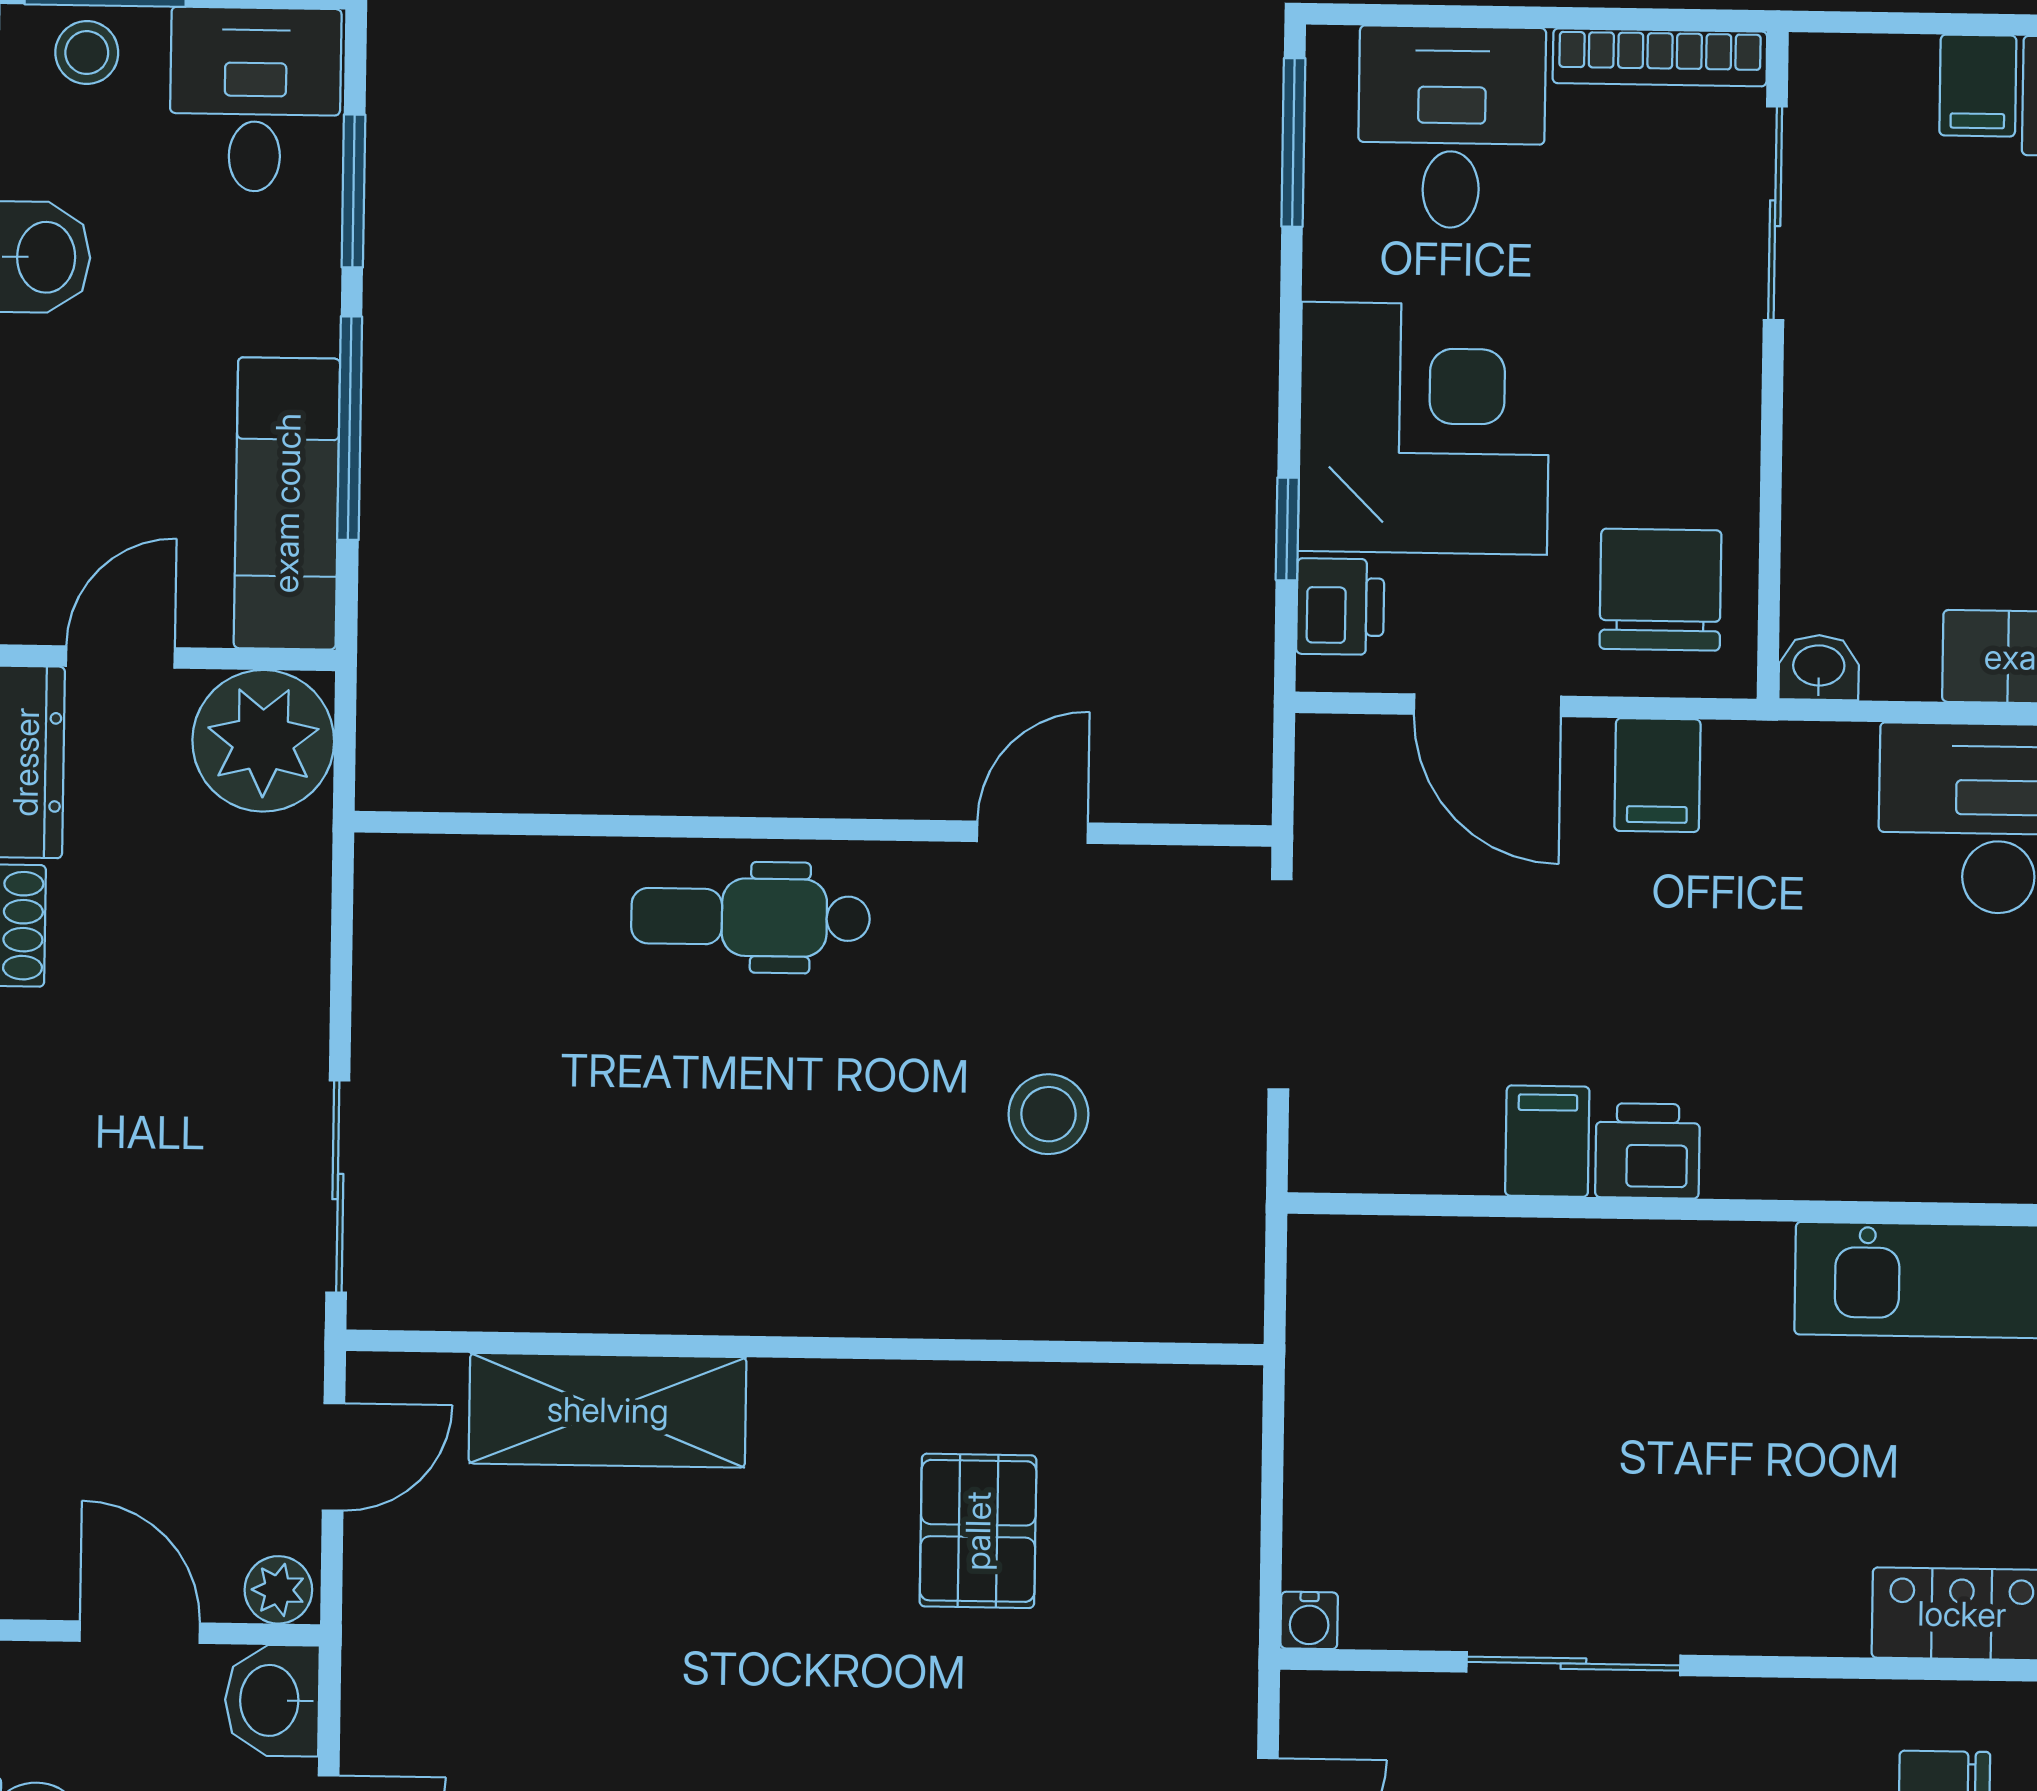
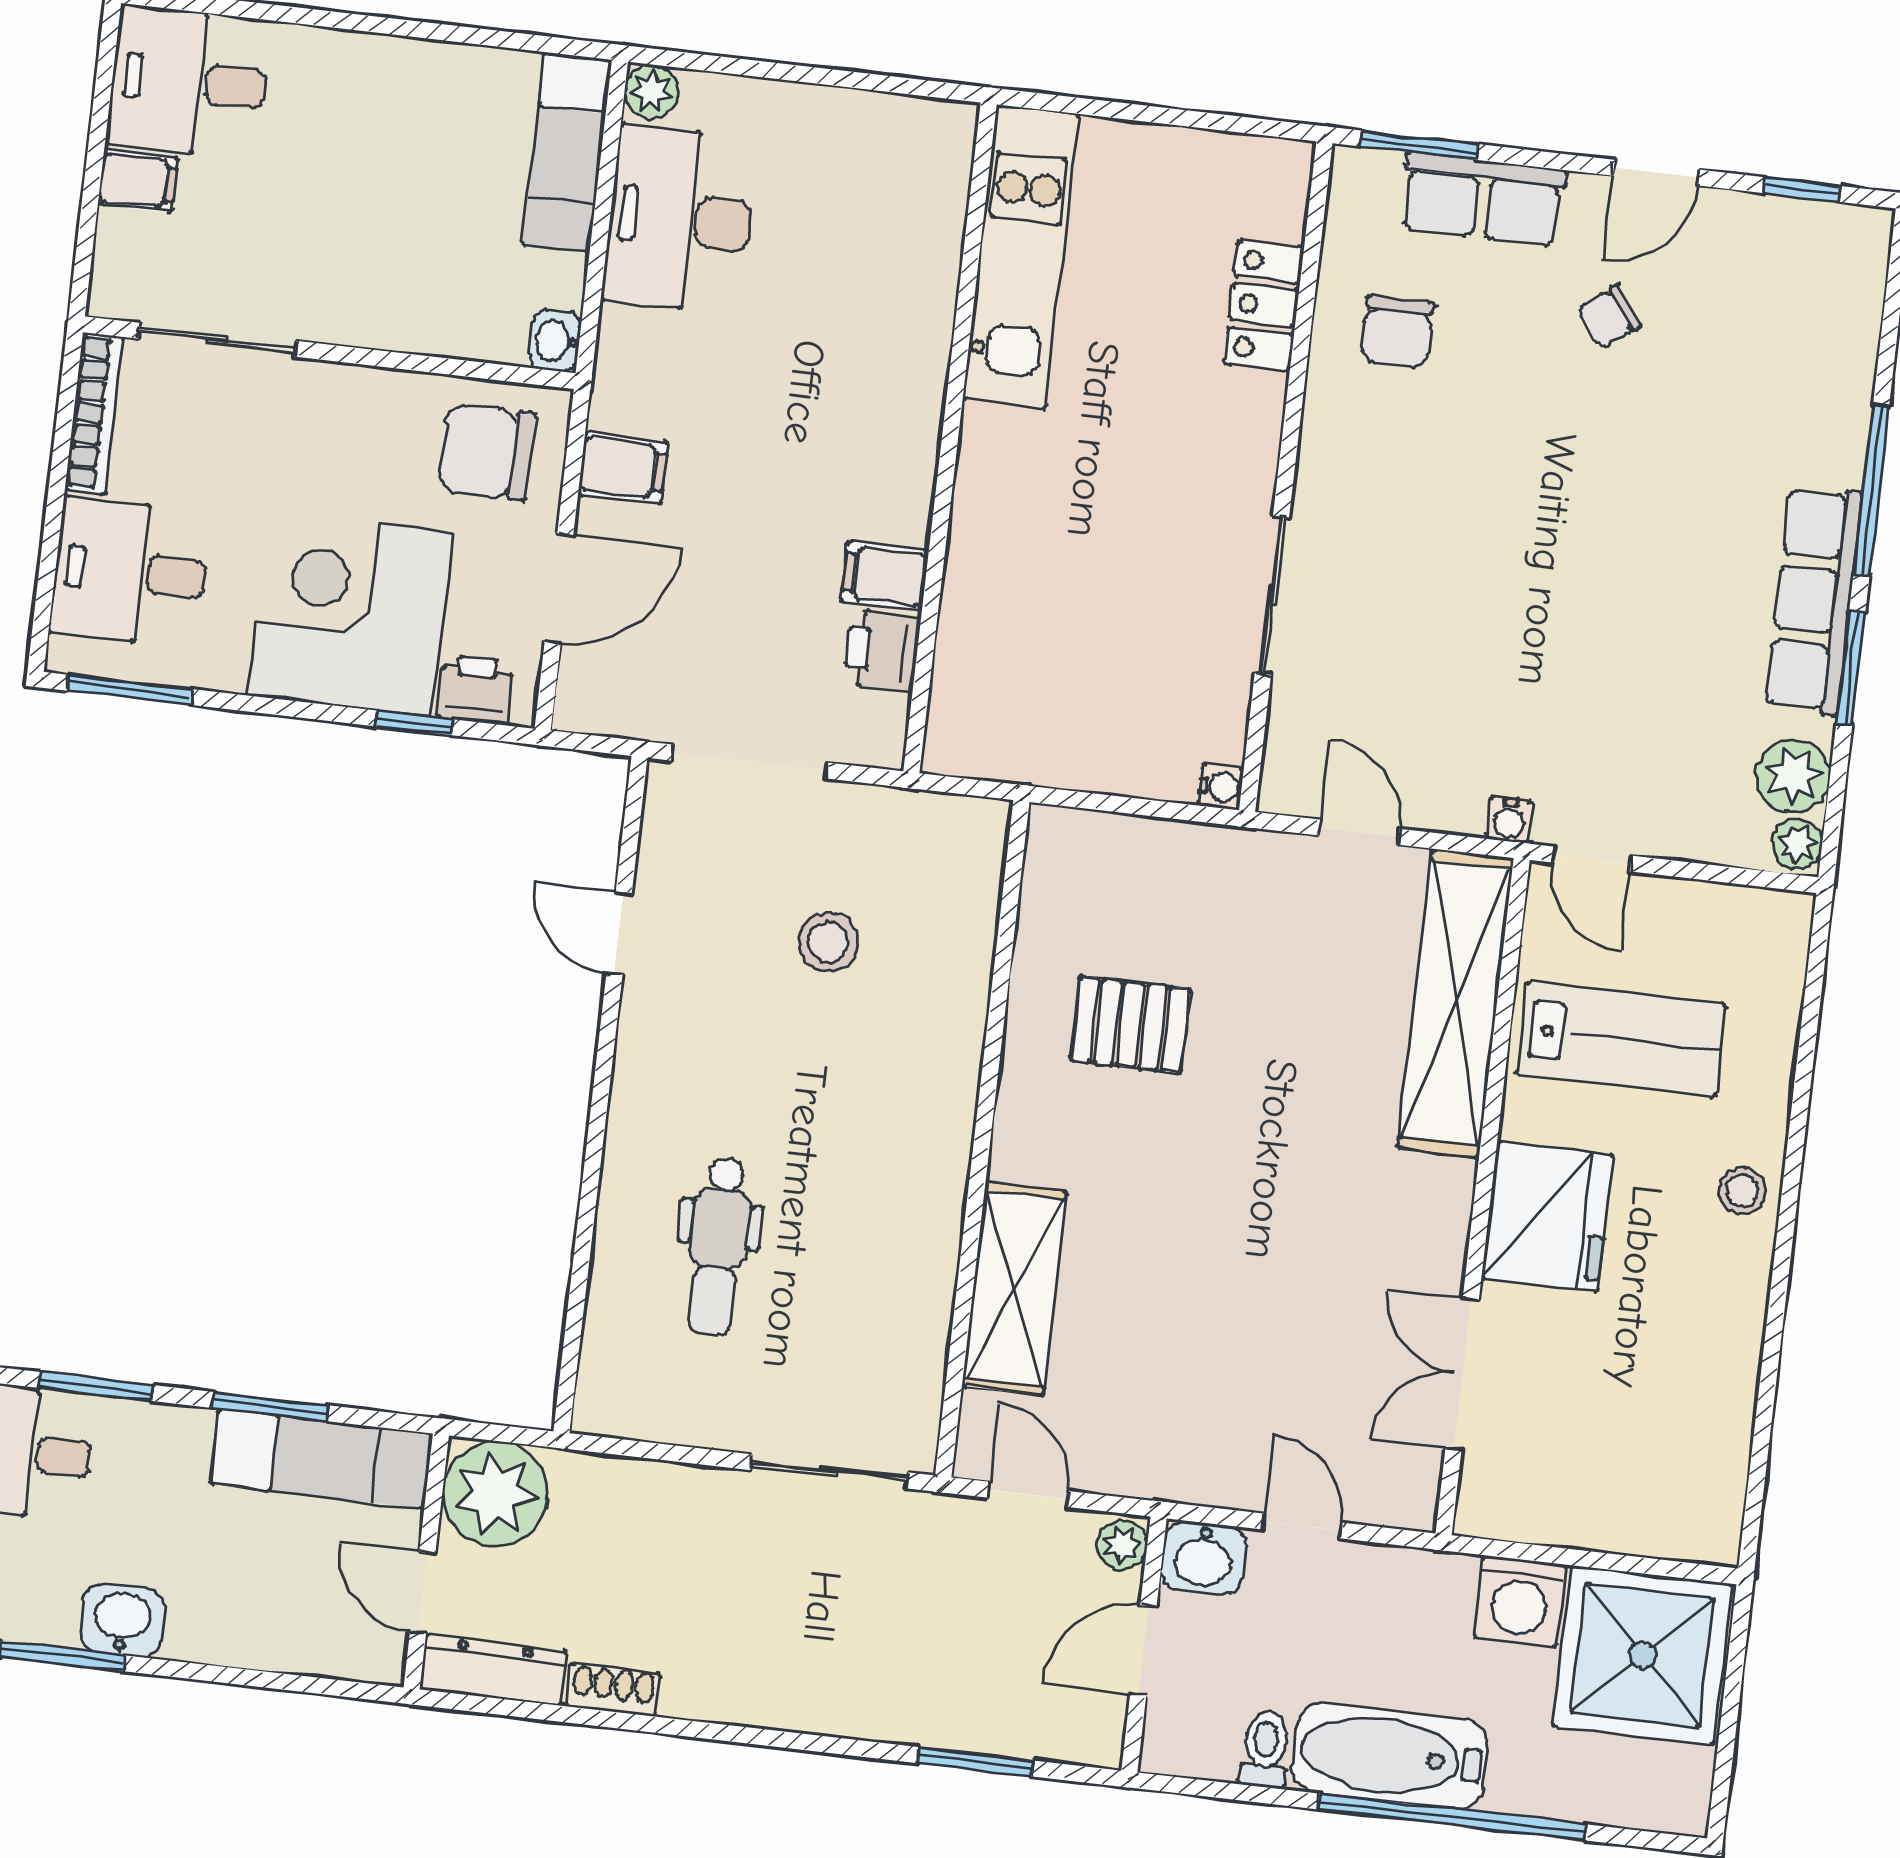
window: (350, 428) -> (271, 1407), width x0.69
dental chair: (751, 917) -> (718, 1246), moved
printer: (1647, 1151) -> (882, 651), moved

